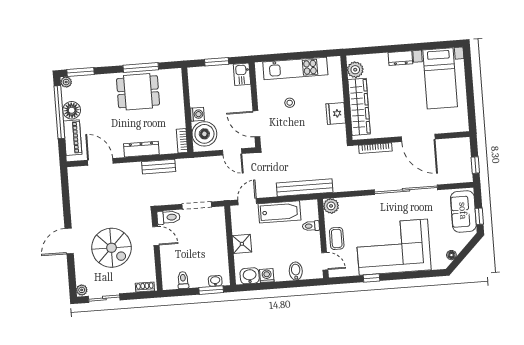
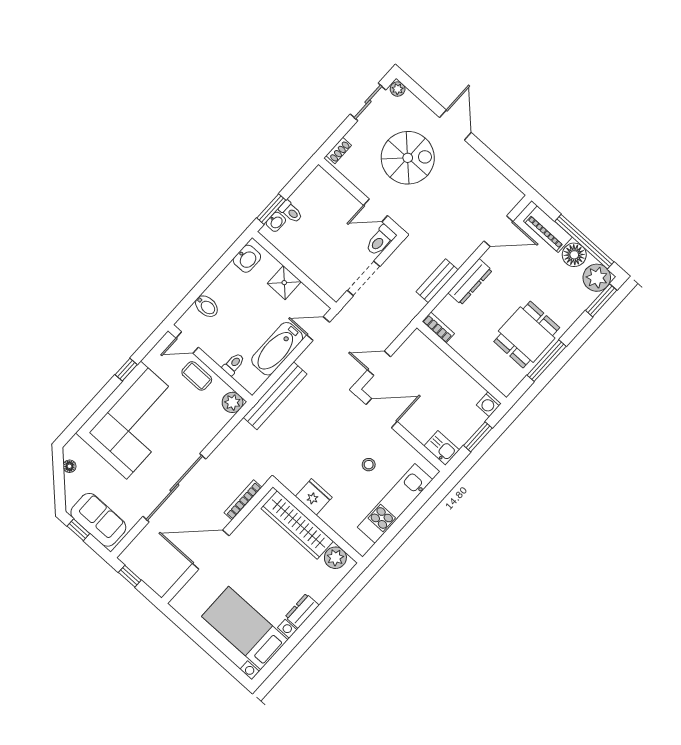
plant: (66, 82) -> (597, 278), width x1.88, depth x1.88
washing machine: (197, 114) -> (489, 404), moved
boiler: (204, 134) -> (423, 355), removed
door: (247, 202) -> (318, 329), swing flipped
spiral stairs: (111, 248) -> (408, 158), turned 180
washing machine: (267, 276) -> (230, 275), removed
toilet: (183, 280) -> (291, 212), moved

